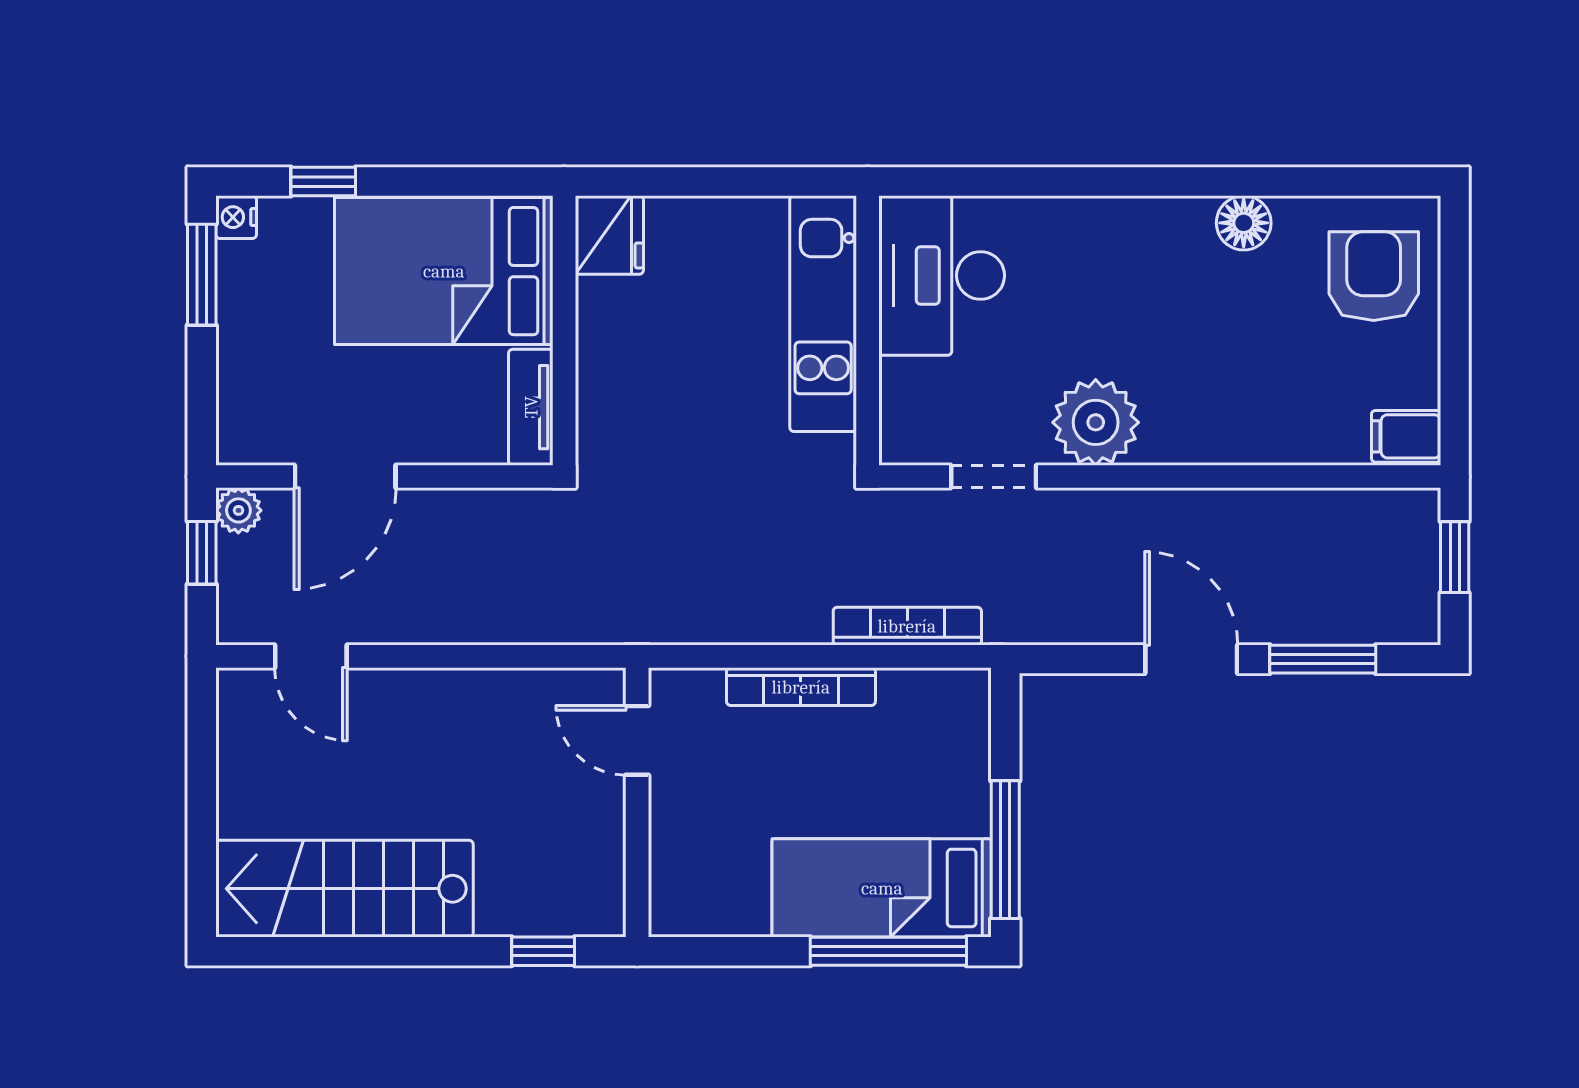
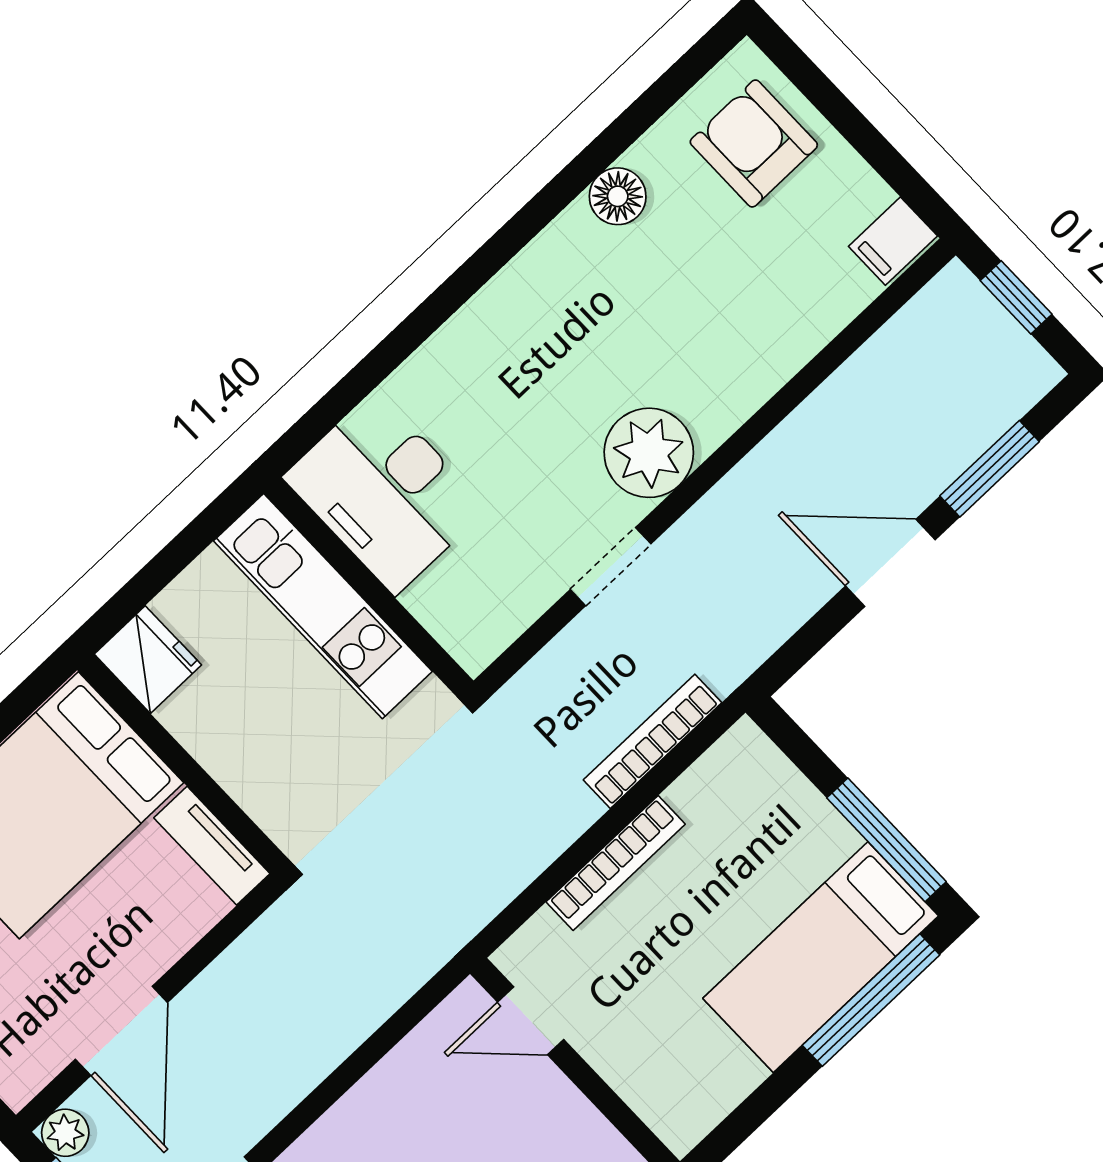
desk: (942, 275) -> (385, 493), moved
kitchen unit: (823, 314) -> (323, 606), moved
wall: (868, 330) -> (369, 587), moved

